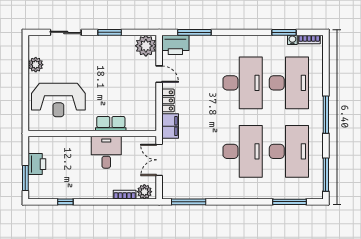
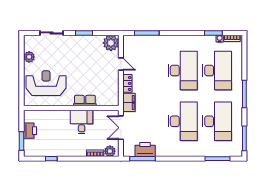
printer: (175, 45) -> (145, 149), moved, turned 180
reception desk: (58, 100) -> (46, 83), turned 180

